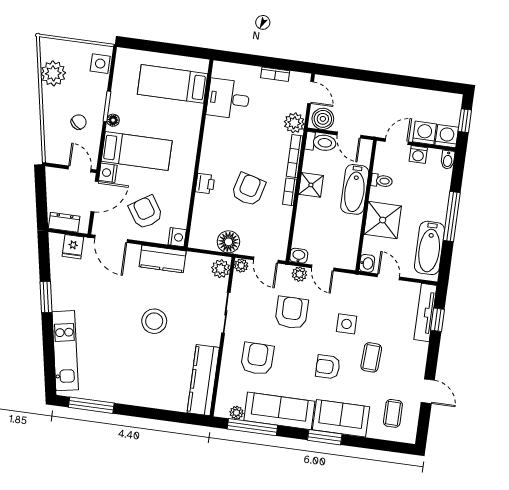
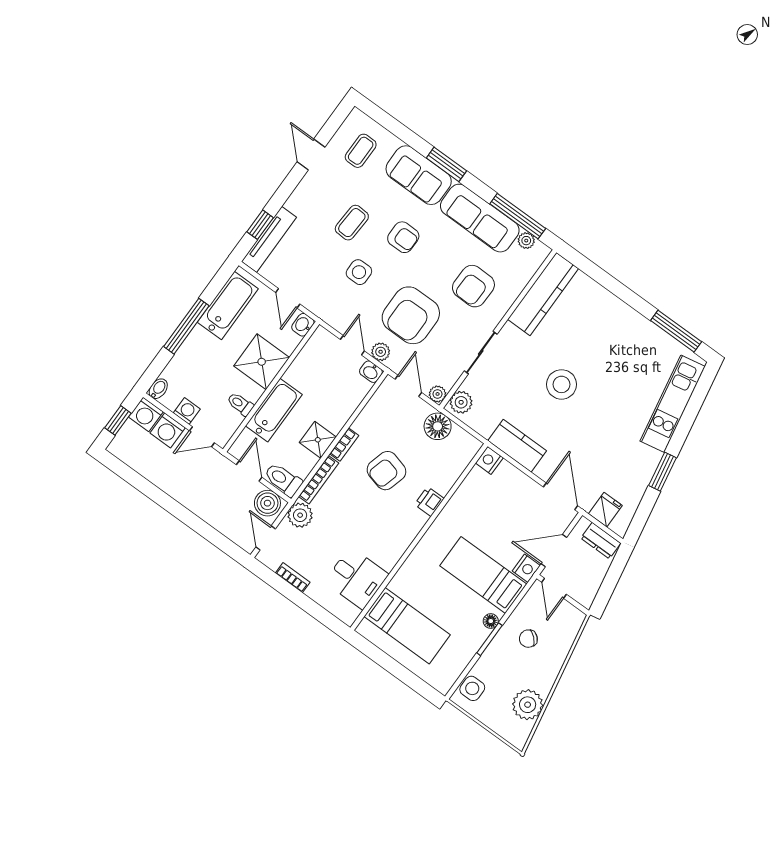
armchair: (146, 212) -> (508, 505), removed
armchair: (292, 313) -> (411, 315), width x1.36, depth x1.36

